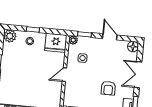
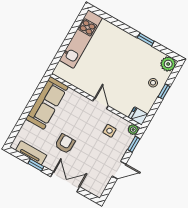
fridge: (56, 43) -> (138, 116), width x0.53, depth x0.75
floor lamp: (133, 47) -> (97, 190), removed
armchair: (108, 88) -> (65, 144), turned 90

